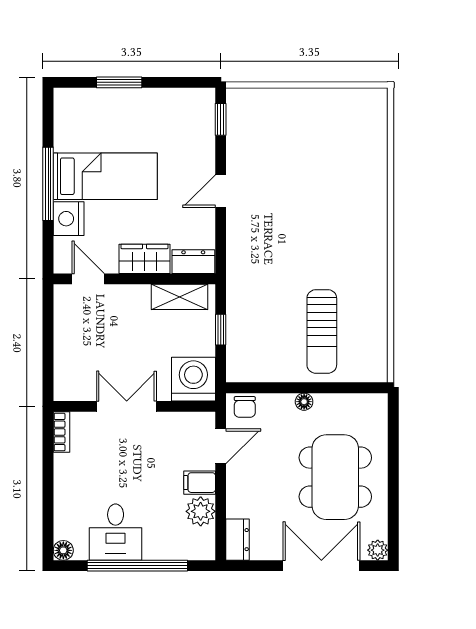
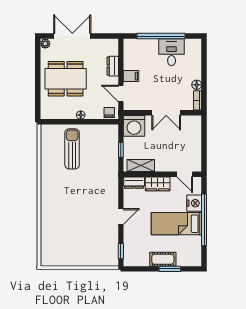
cot: (134, 102) -> (163, 259), added
window: (48, 184) -> (204, 220), width x1.46
door: (221, 446) -> (121, 94), hinge flipped
dining table: (335, 477) -> (66, 79), turned 90
plant: (201, 511) -> (131, 62), removed
dresser: (238, 540) -> (113, 66), moved
floor lamp: (63, 550) -> (197, 85), moved
double door: (321, 566) -> (72, 36), swing flipped

